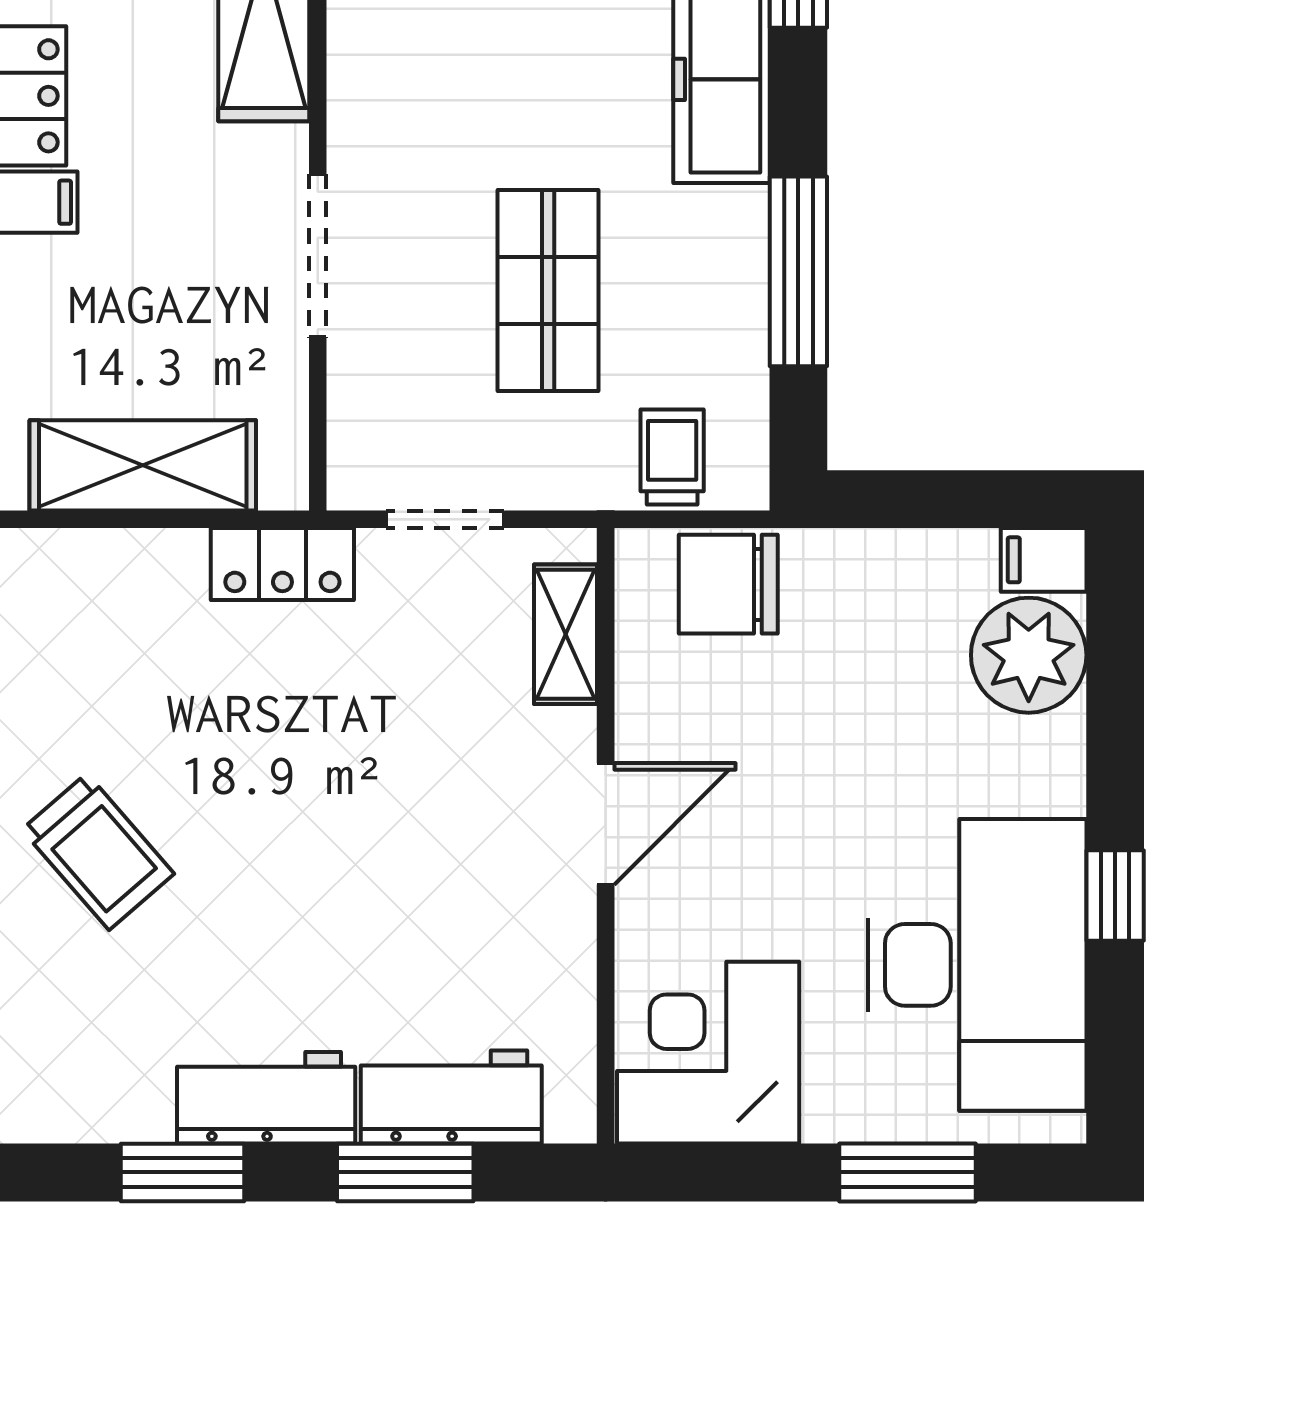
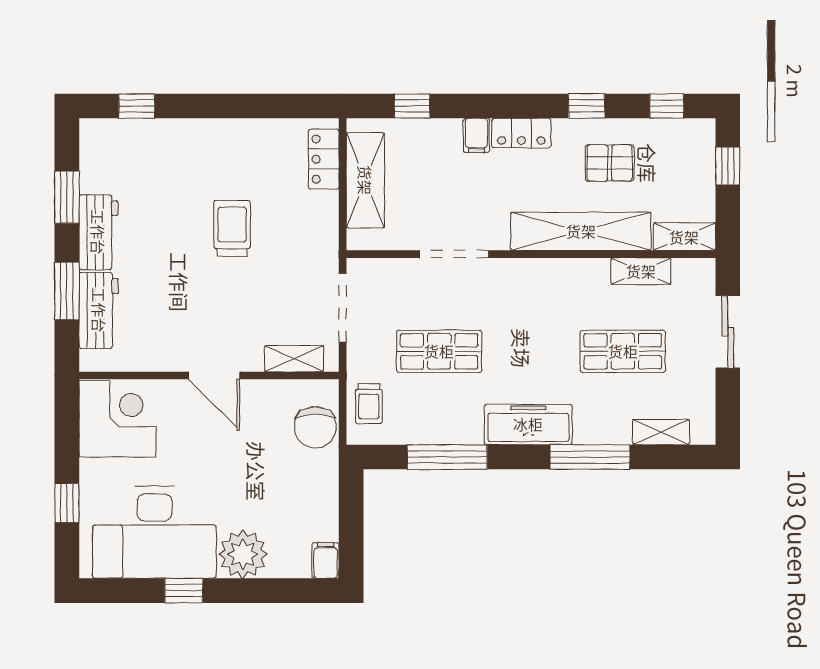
trolley: (672, 457) -> (369, 404), turned 90
doorway: (445, 519) -> (343, 308), width x1.38
locker: (282, 564) -> (324, 159), moved
chair: (728, 584) -> (315, 427), turned 180
plant: (1029, 655) -> (243, 554), moved
trolley: (98, 852) -> (232, 228), moved, turned 131
window: (907, 1172) -> (67, 503), width x0.67

